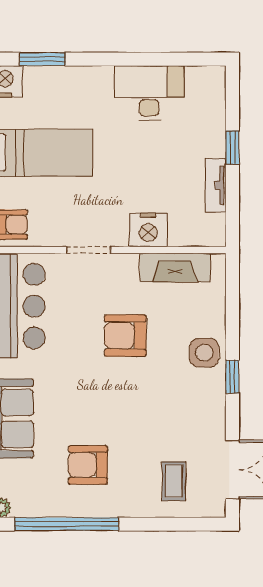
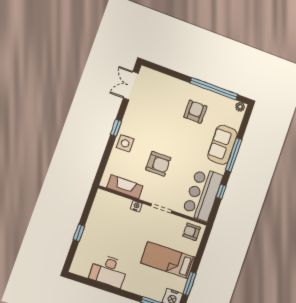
tv unit: (216, 185) -> (93, 218), removed
nightstand: (148, 230) -> (136, 206), width x0.53, depth x0.56
armchair: (88, 465) -> (195, 112), turned -90
coffee table: (174, 481) -> (159, 90), removed

